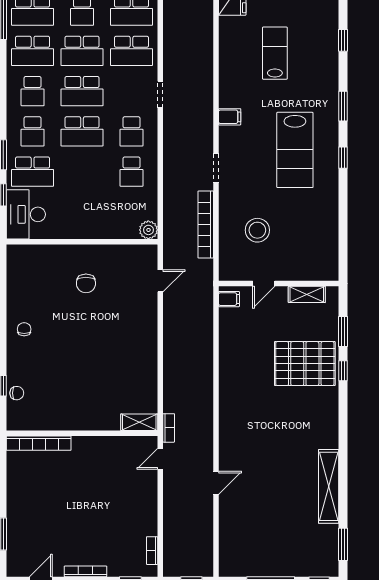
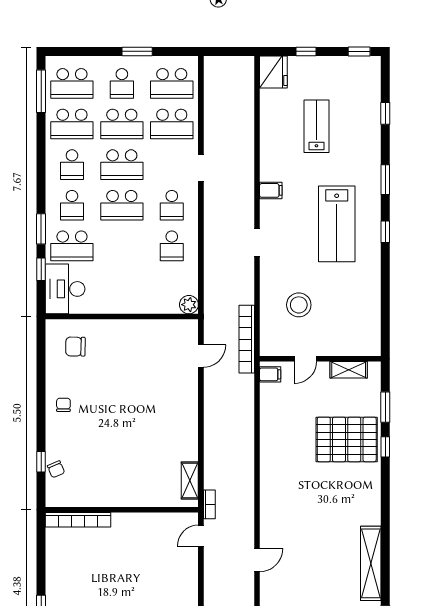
bookcase: (206, 225) -> (247, 339), moved
chair: (86, 283) -> (75, 347), moved, turned 91
chair: (17, 393) -> (56, 469), turned 67
shelving: (139, 422) -> (190, 480), moved, turned 90

